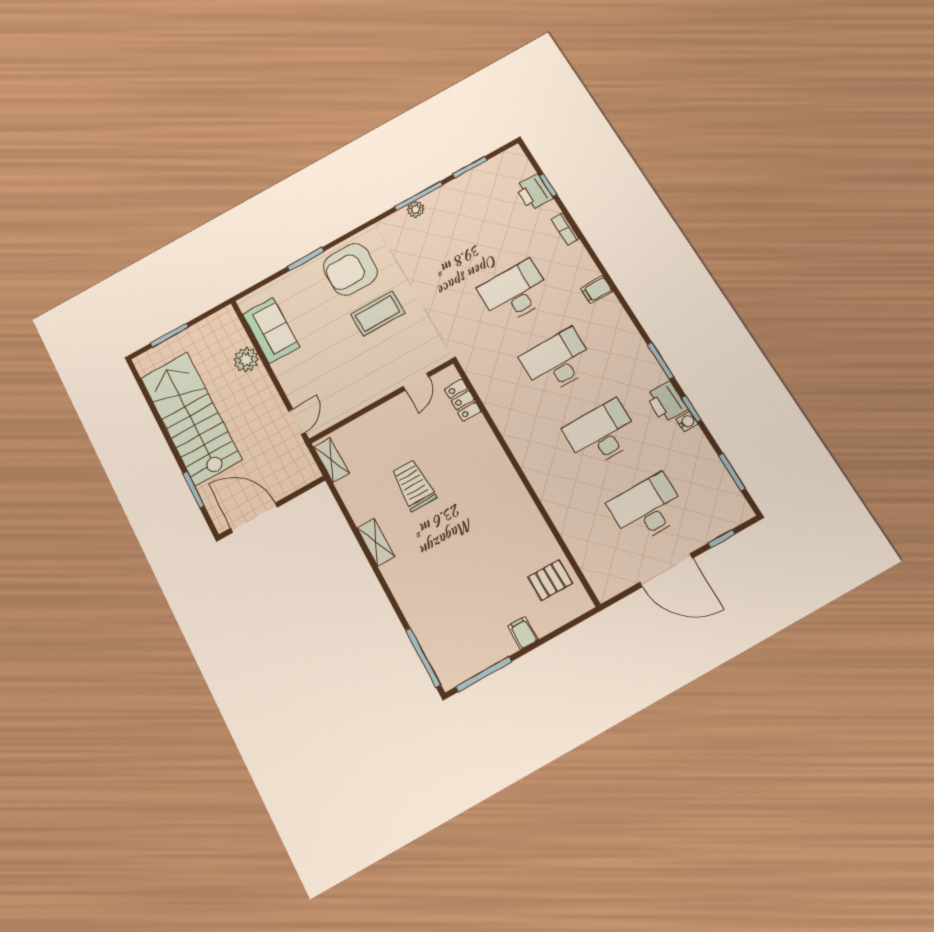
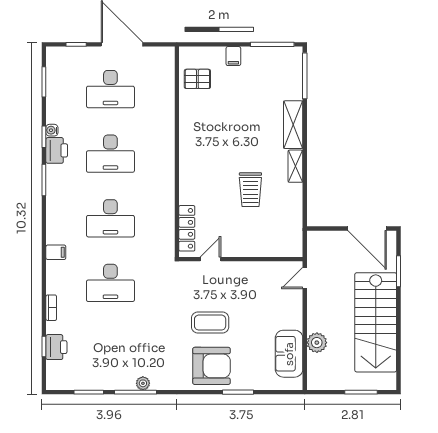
locker: (463, 400) -> (187, 228), width x1.53
shelving: (331, 460) -> (293, 125), moved, width x1.50, depth x1.33

